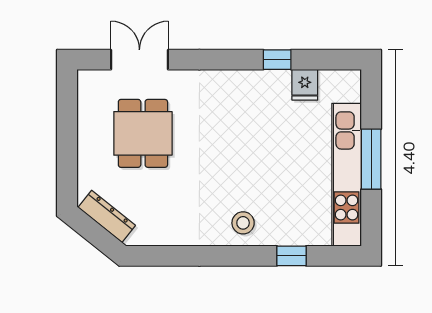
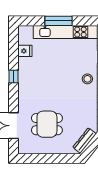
window: (277, 60) -> (14, 77), moved

